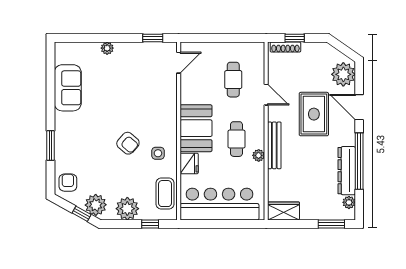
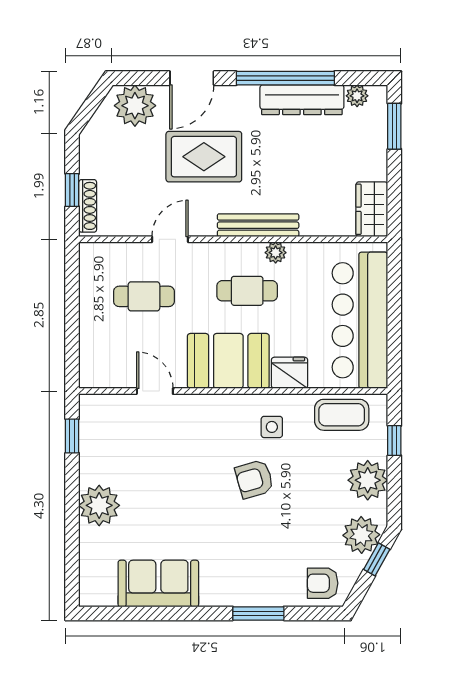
plant: (107, 48) -> (99, 505), width x1.87, depth x1.87
door: (179, 63) -> (155, 391), moved
armchair: (128, 143) -> (254, 479), turned -147

